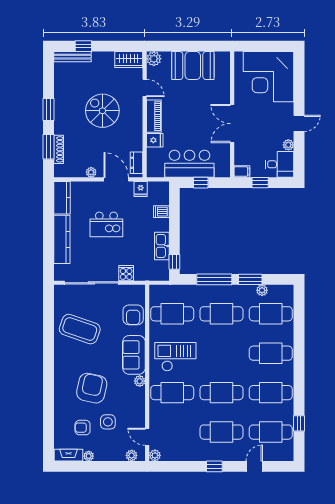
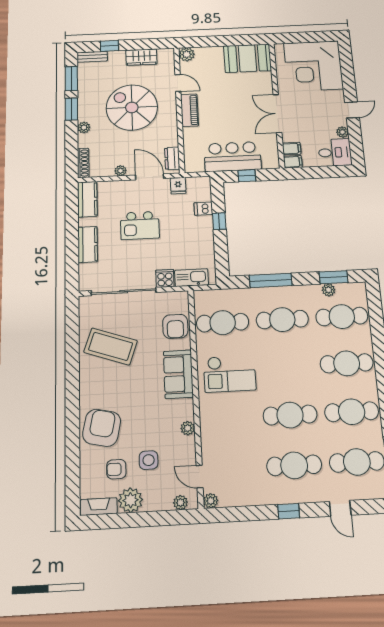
bench: (73, 57) -> (92, 57), width x0.73
wardrobe: (129, 59) -> (141, 57), moved
booth: (193, 66) -> (247, 58), moved
spiral stairs: (102, 111) -> (132, 107), width x1.37, depth x1.37
plant: (59, 129) -> (84, 127), added
fridge: (155, 140) -> (192, 134), removed
window: (48, 147) -> (71, 79), moved
shoe rack: (59, 149) -> (83, 163), moved
filing cabinet: (242, 159) -> (292, 149), added
window: (260, 183) -> (315, 172), removed
kitchen counter: (62, 239) -> (88, 244), width x0.67
kitchen sink: (162, 246) -> (191, 278), moved, turned 90
window: (174, 262) -> (219, 221), moved
window: (250, 279) -> (334, 277), moved
checkout: (175, 357) -> (230, 374), turned 180
plant: (140, 381) -> (188, 428), moved
armchair: (92, 388) -> (102, 428), moved
cafe table: (172, 393) -> (228, 418), removed
plant: (89, 456) -> (130, 500), width x1.88, depth x1.88
door: (254, 466) -> (340, 508), swing flipped

